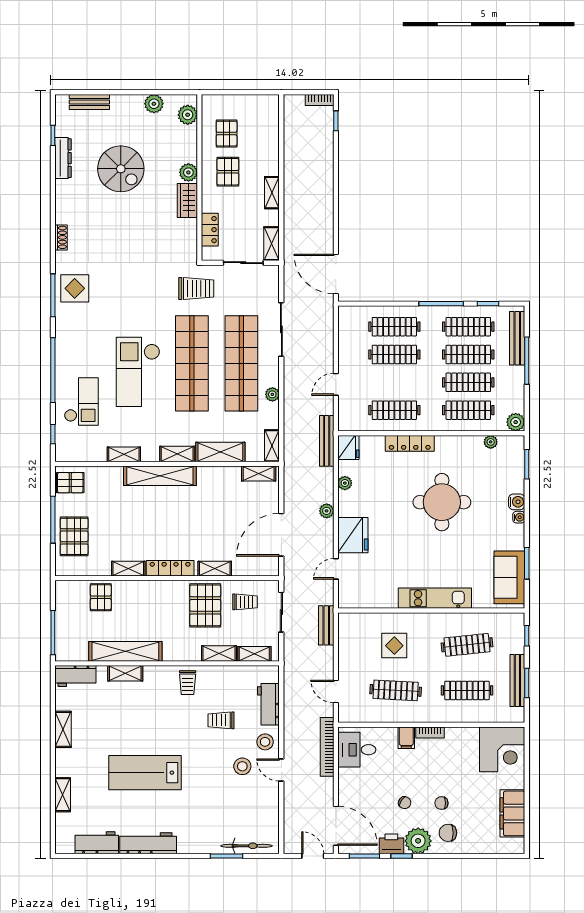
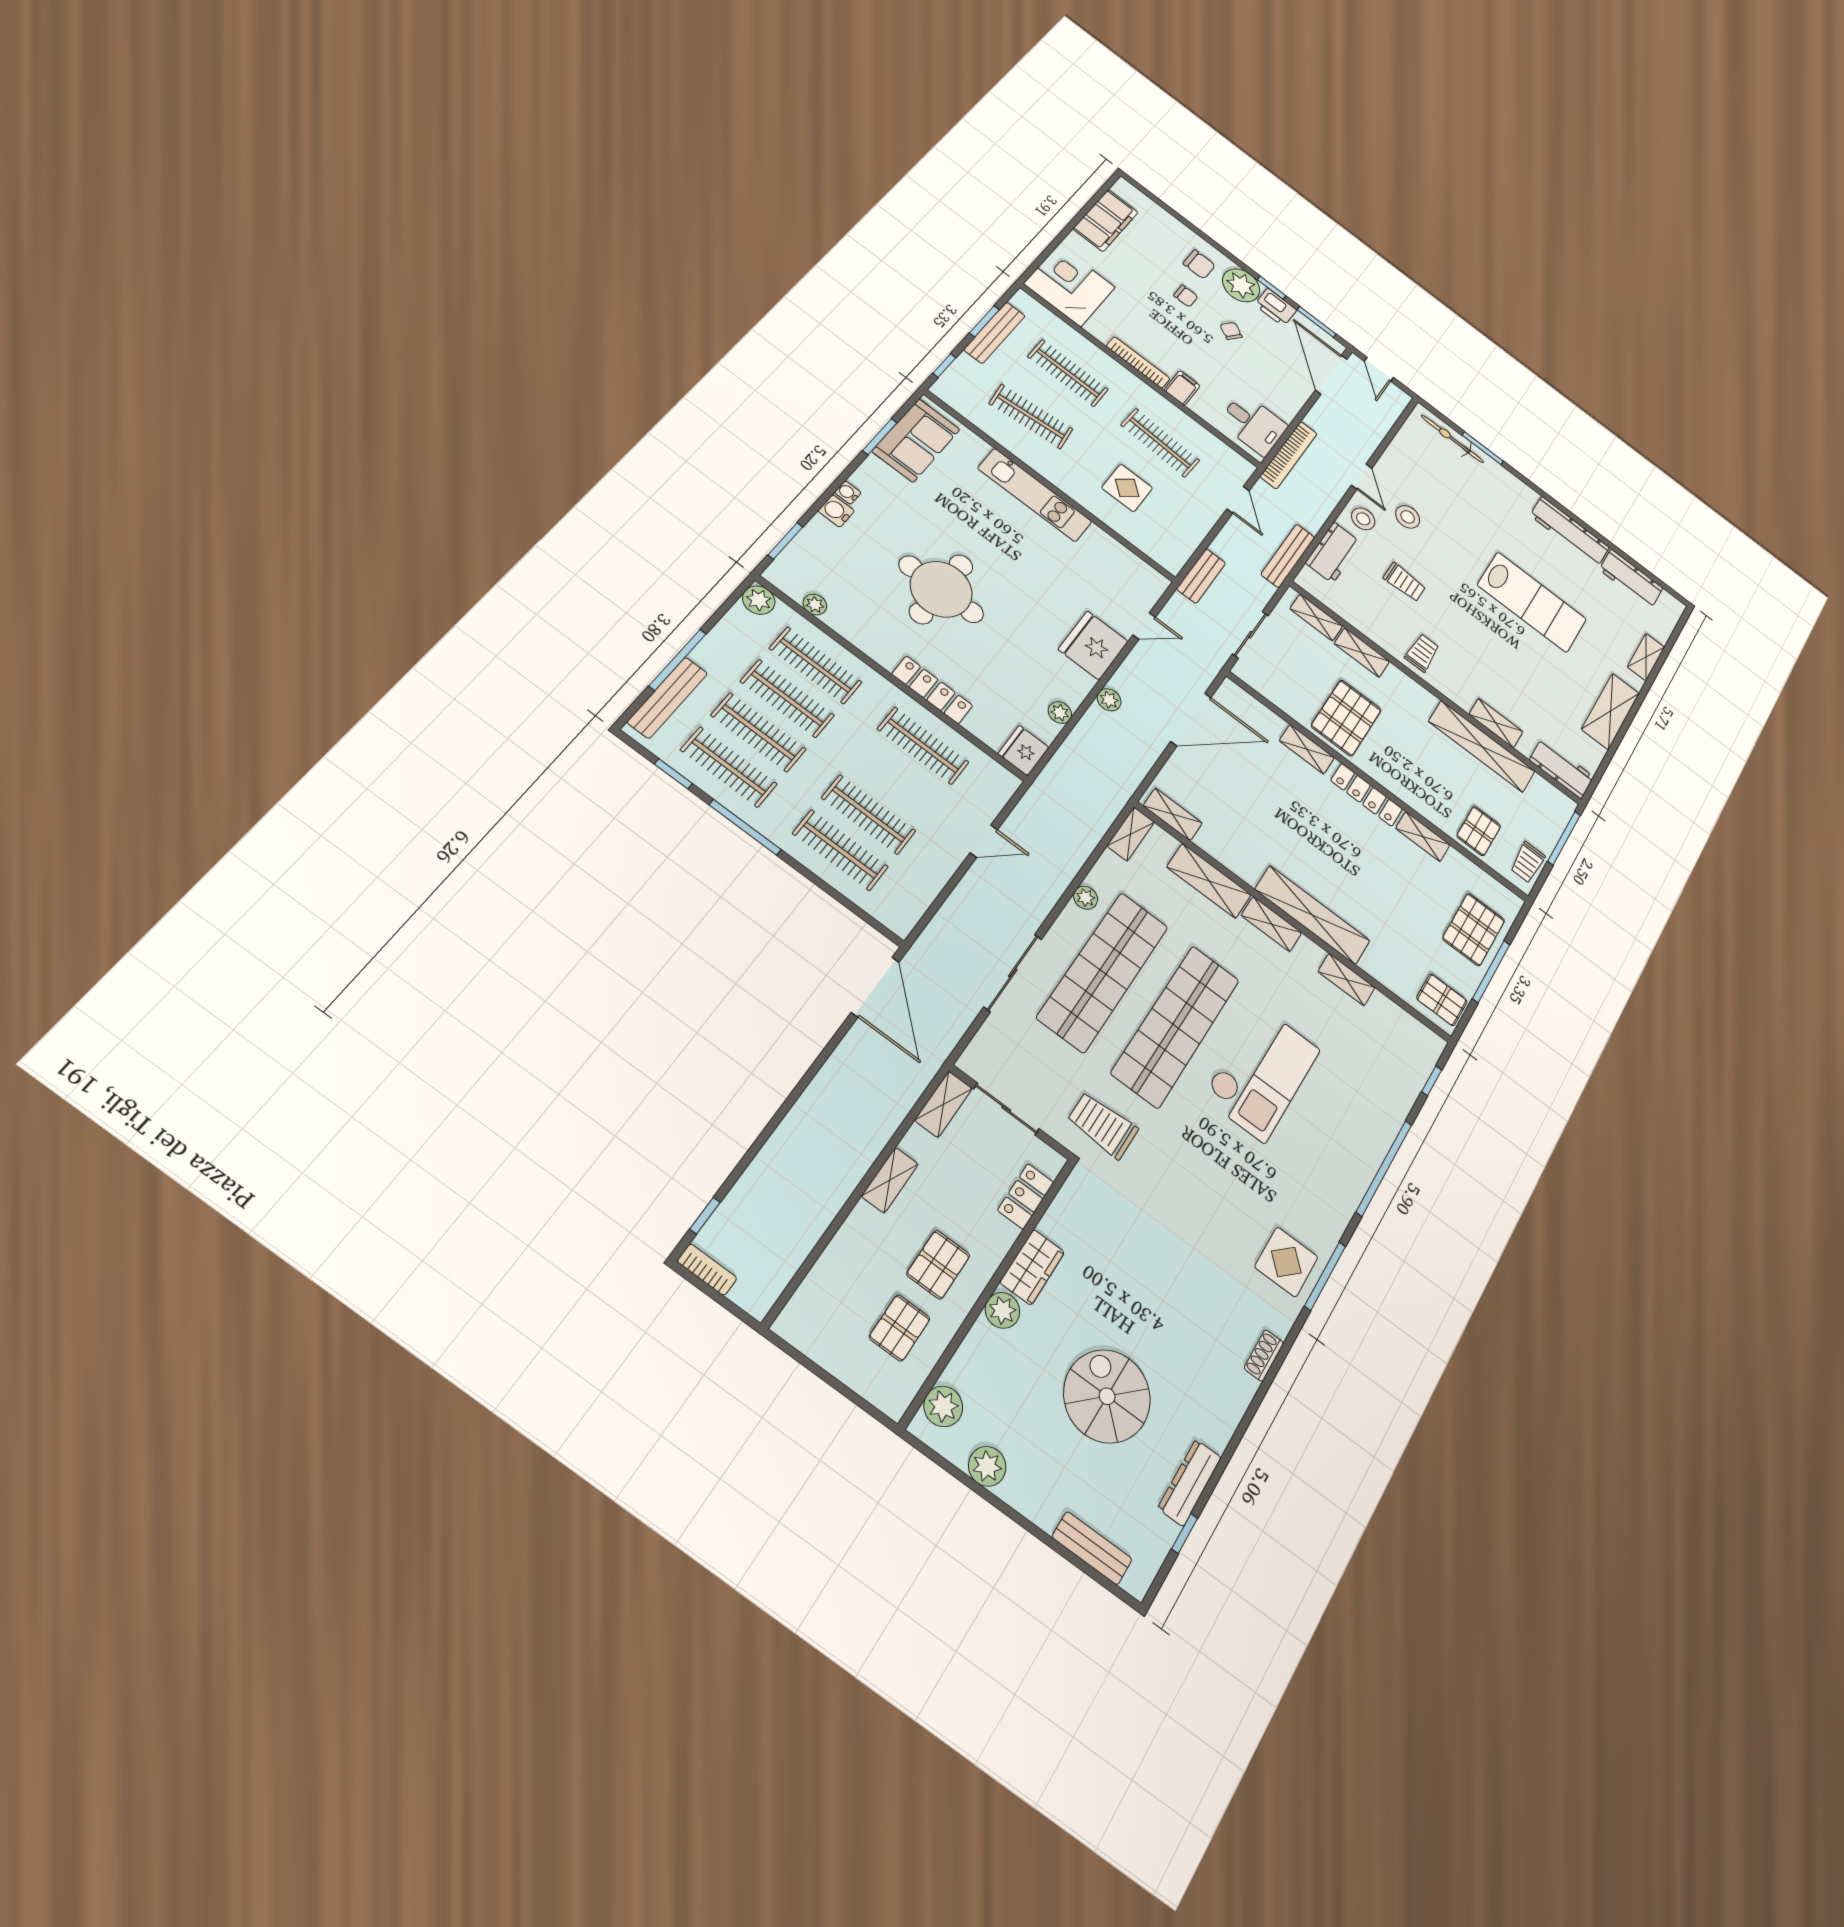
checkout: (81, 401) -> (1367, 1094), removed
bench: (327, 441) -> (1288, 556), moved
trolley: (245, 602) -> (1528, 862), moved, turned -90
shelving: (63, 729) -> (1610, 711), width x1.50, depth x1.33
bookcase: (430, 732) -> (1138, 362), width x1.56

